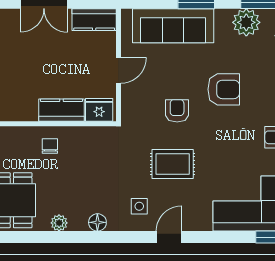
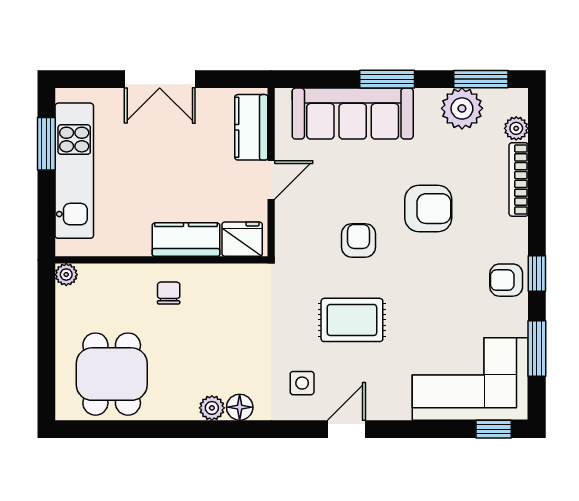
kitchen counter: (94, 20) -> (251, 127), moved, turned 90
plant: (59, 223) -> (212, 408), moved

